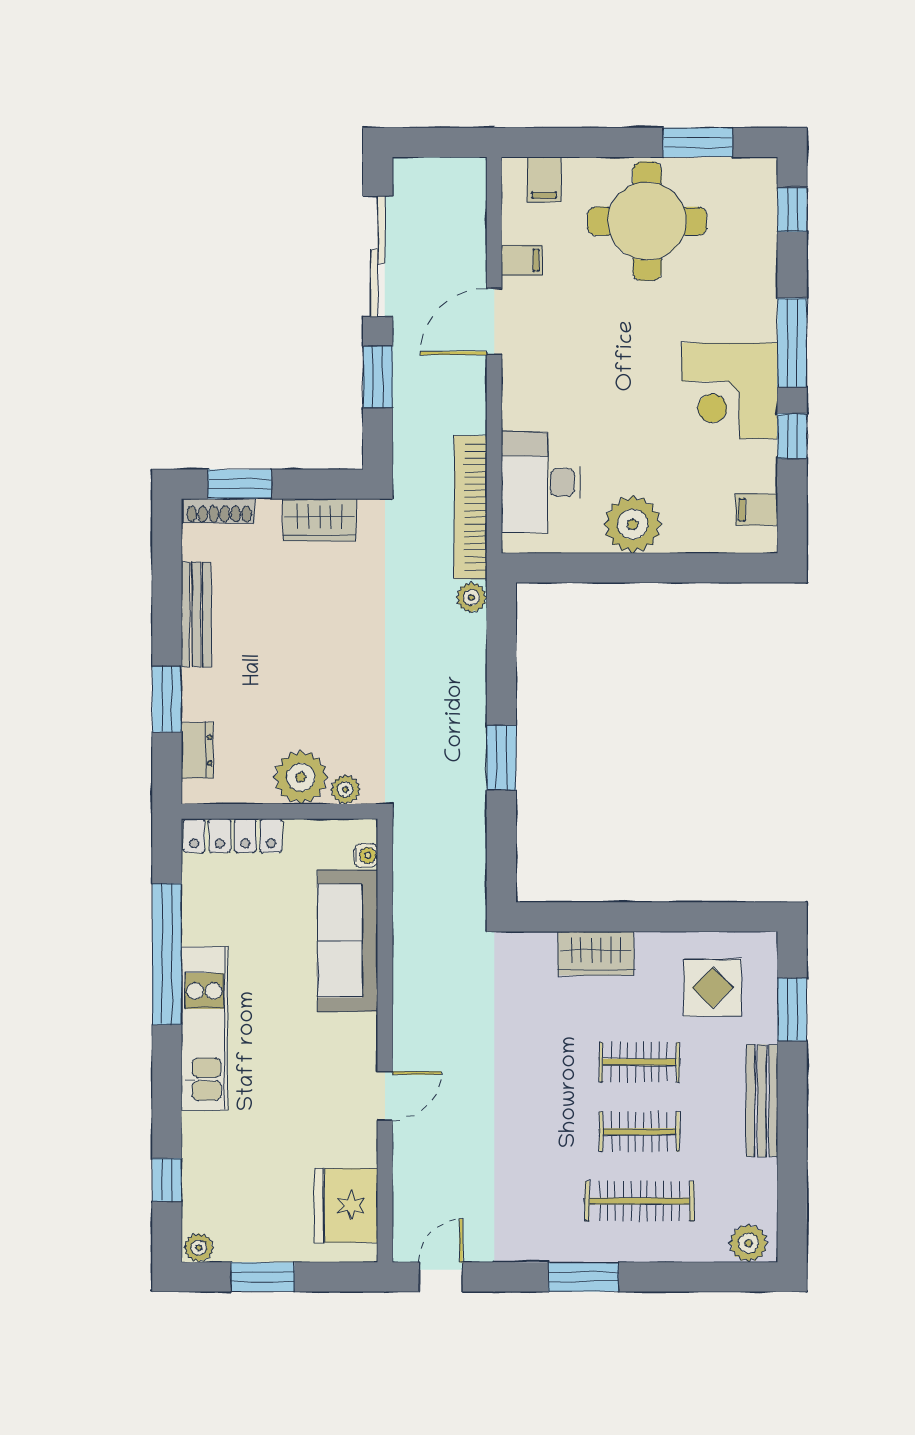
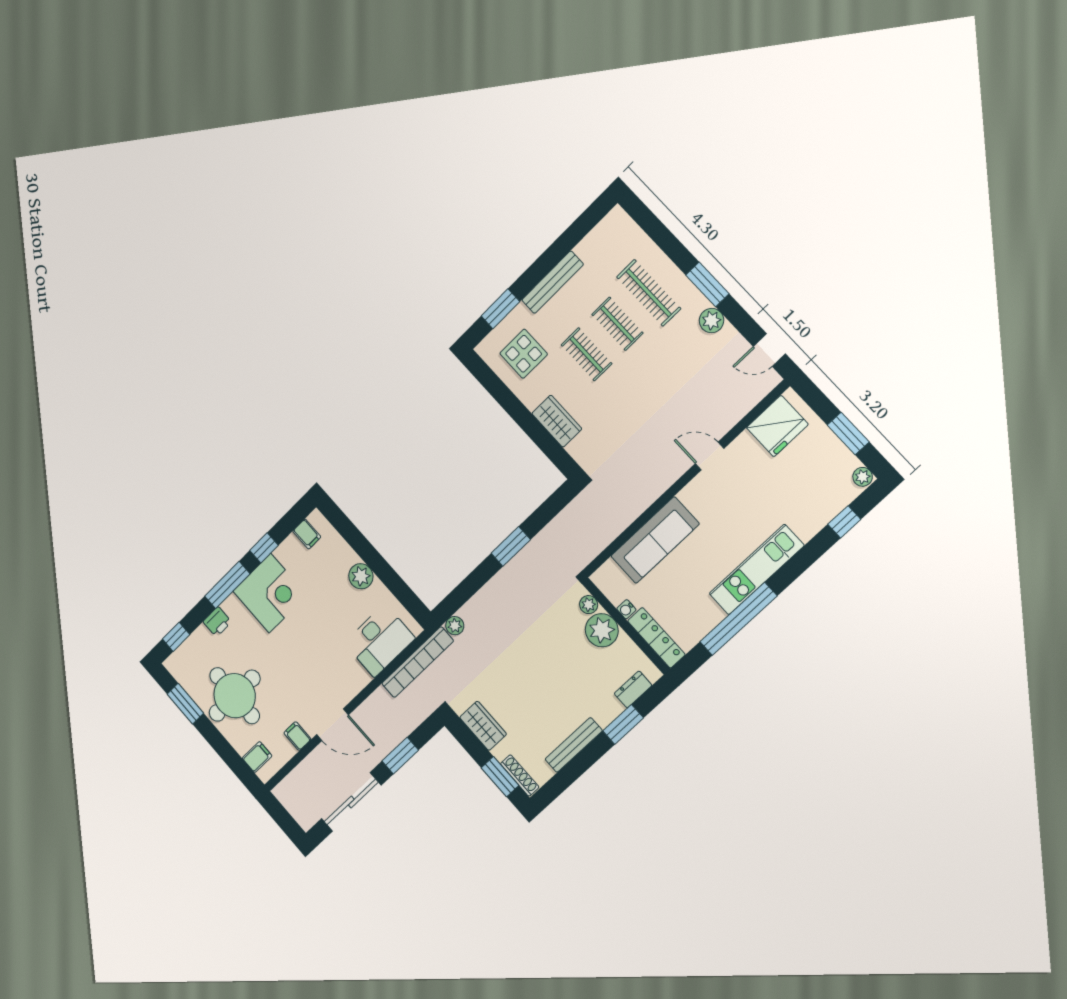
printer: (759, 285) -> (217, 622), added
plant: (633, 524) -> (361, 576), width x0.73, depth x0.73
water cooler: (366, 855) -> (626, 609), moved, turned -90
plant: (748, 1243) -> (712, 321), moved

